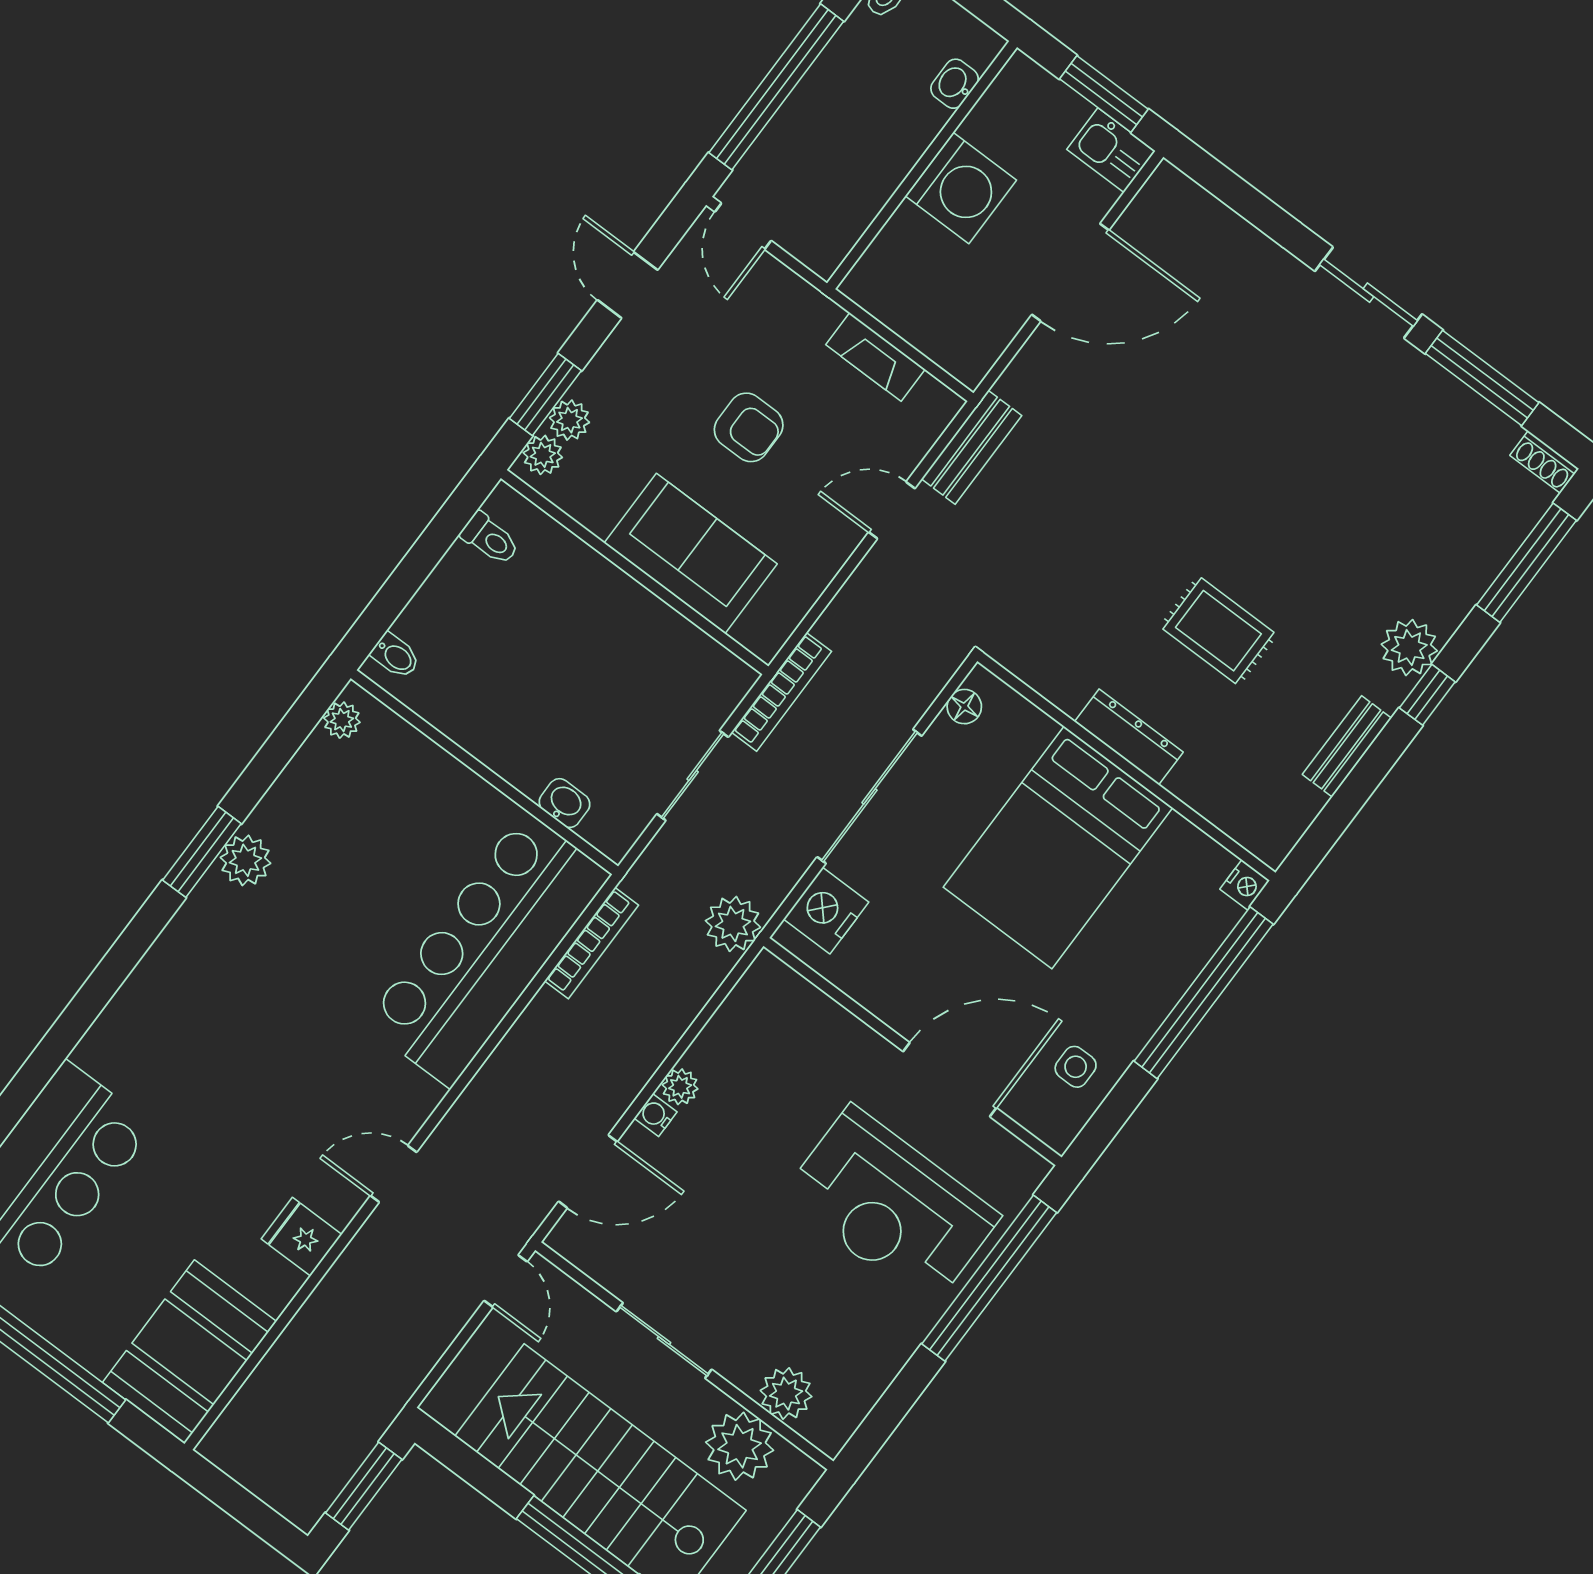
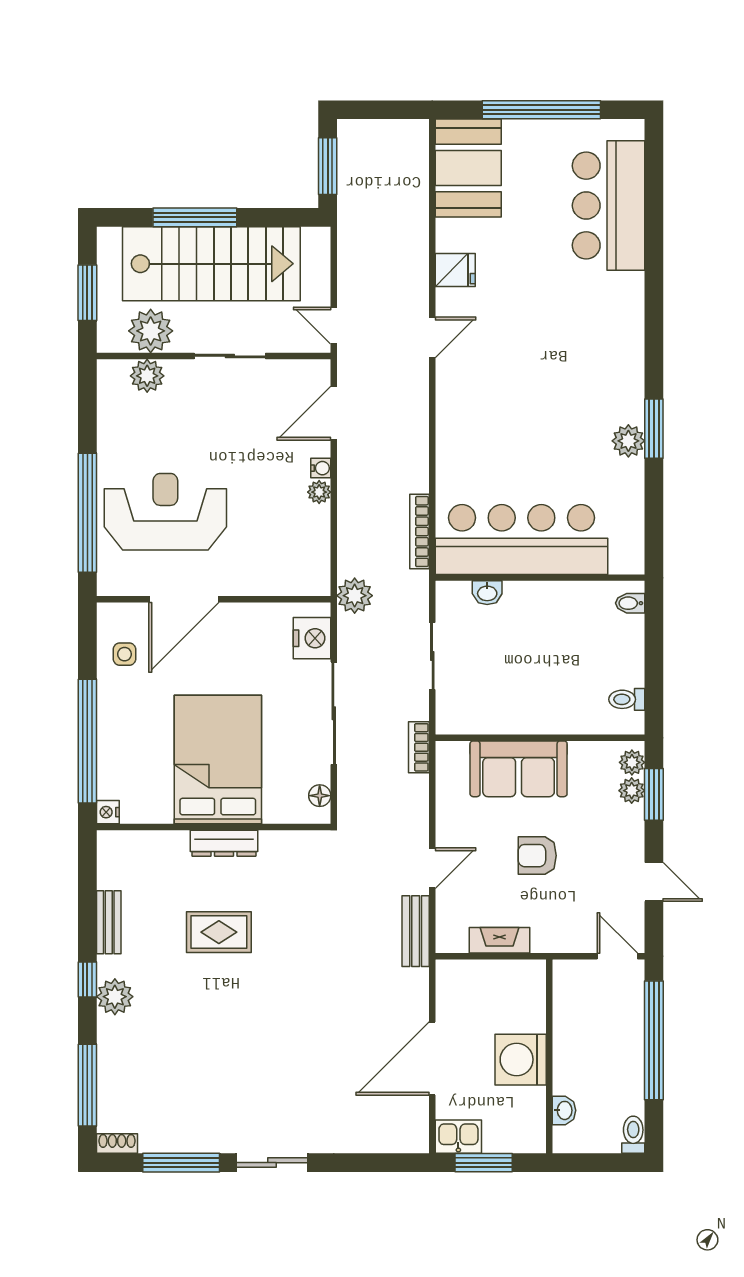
bookcase: (781, 692) -> (419, 747), width x0.64
plant: (342, 720) -> (633, 550), removed
bar counter: (488, 949) -> (521, 539), moved, turned -90

